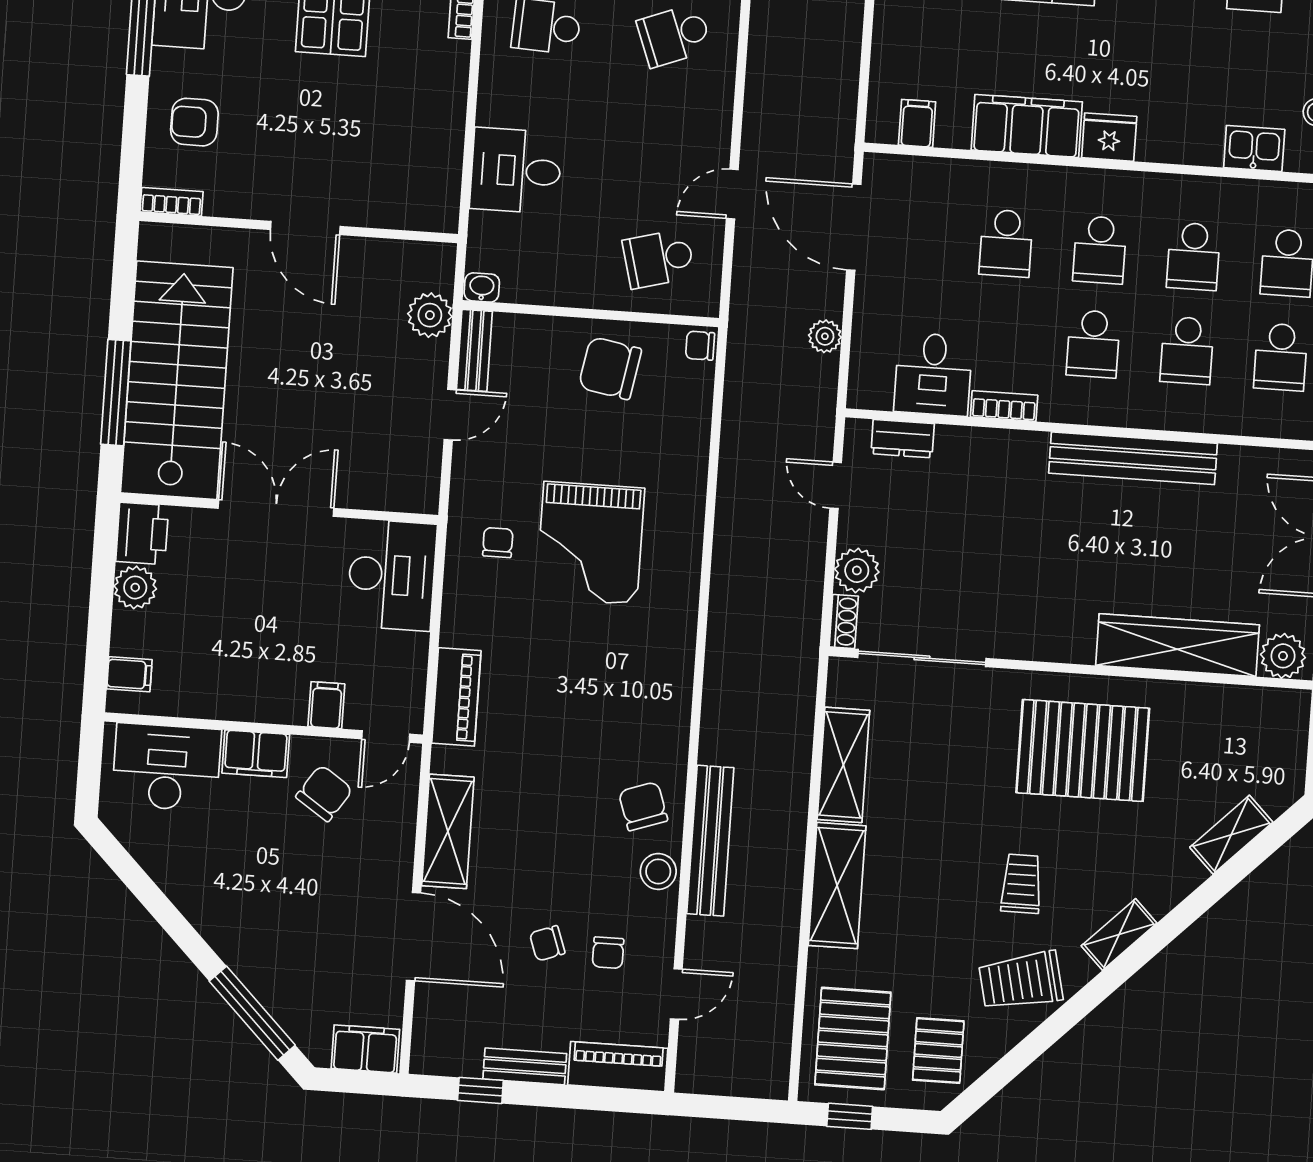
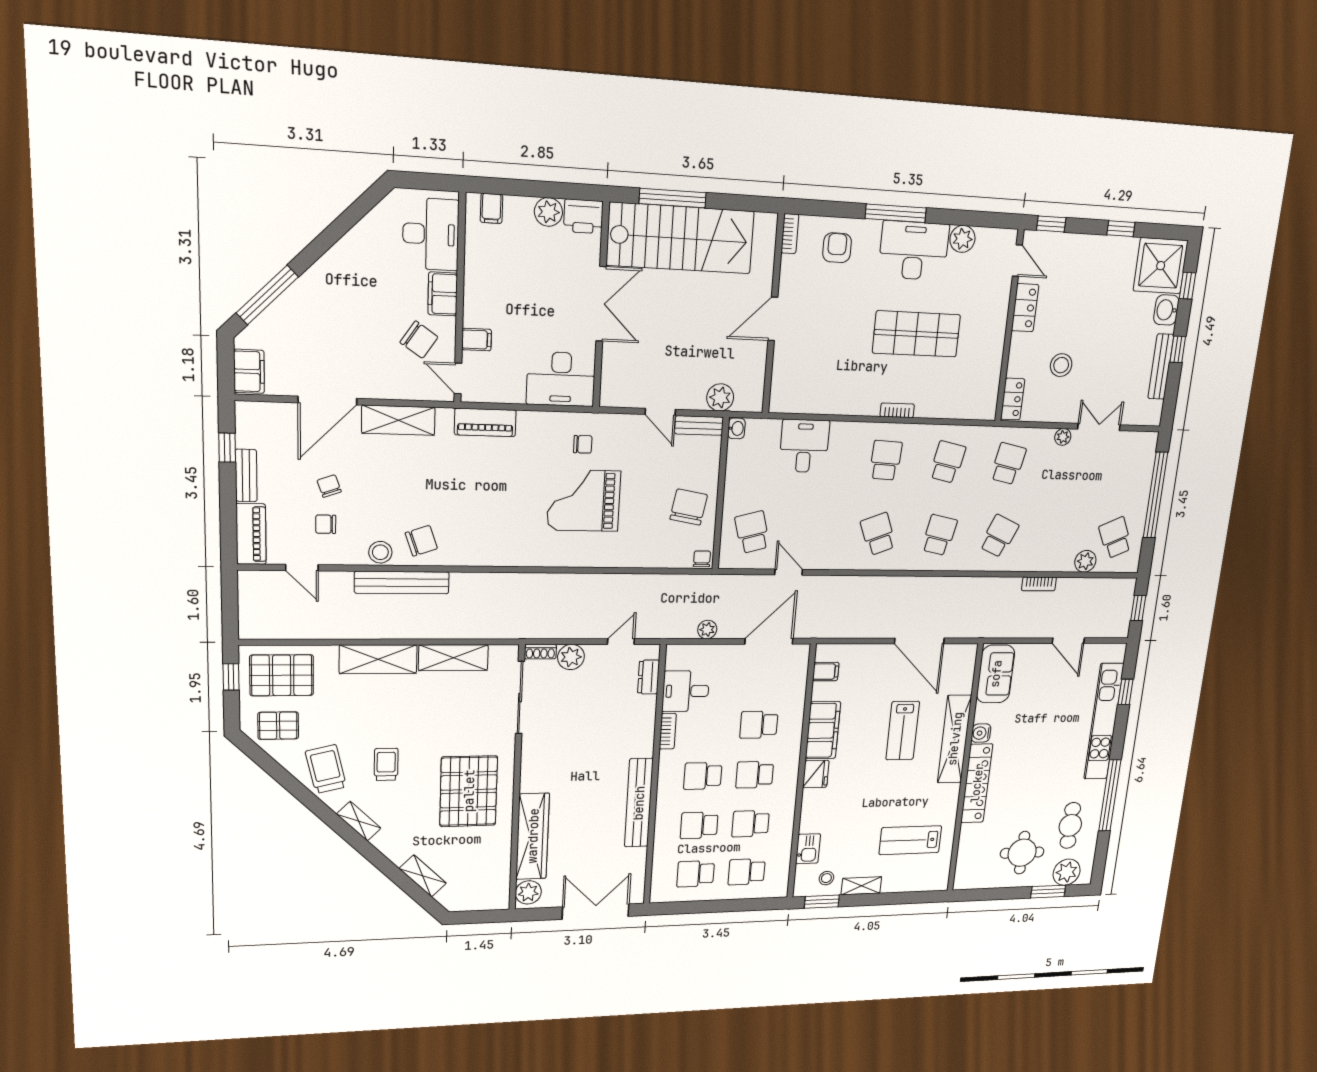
trolley: (1021, 884) -> (386, 764), turned -90

